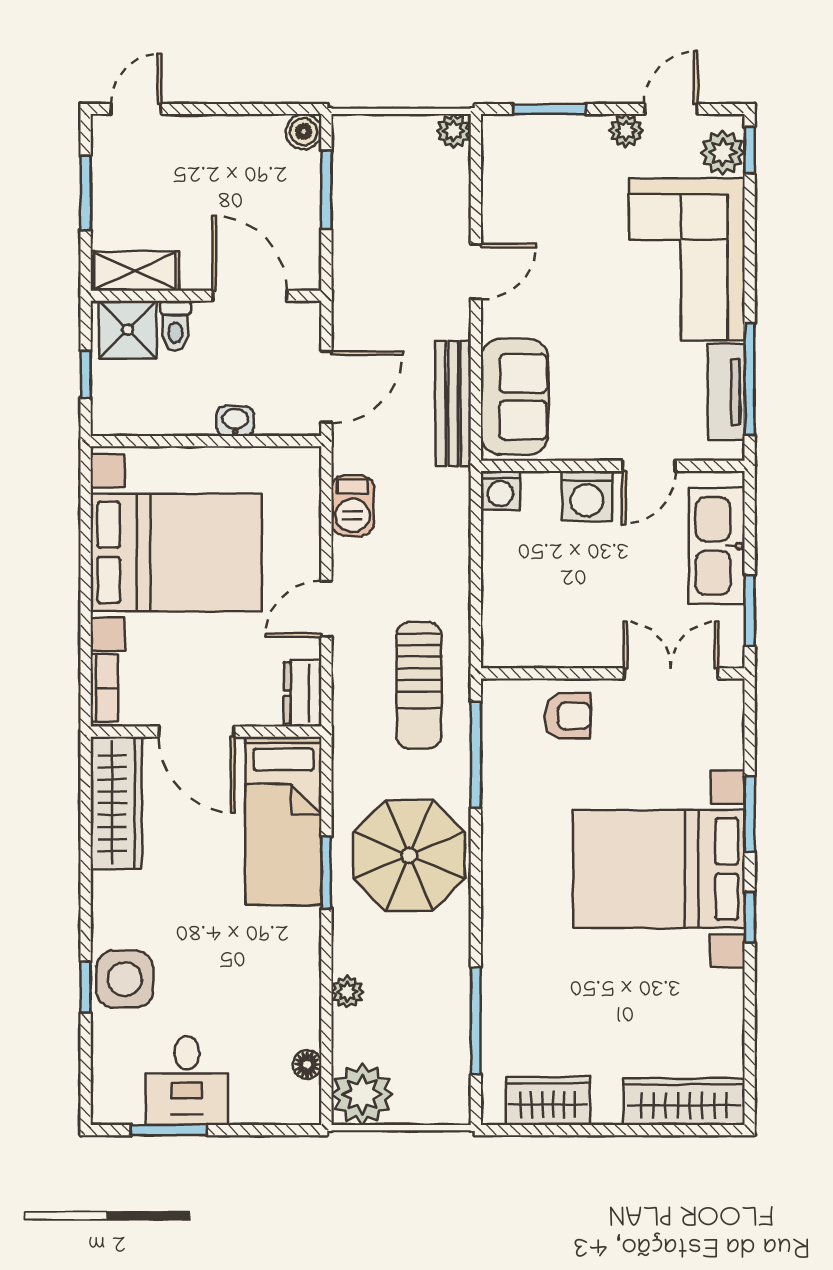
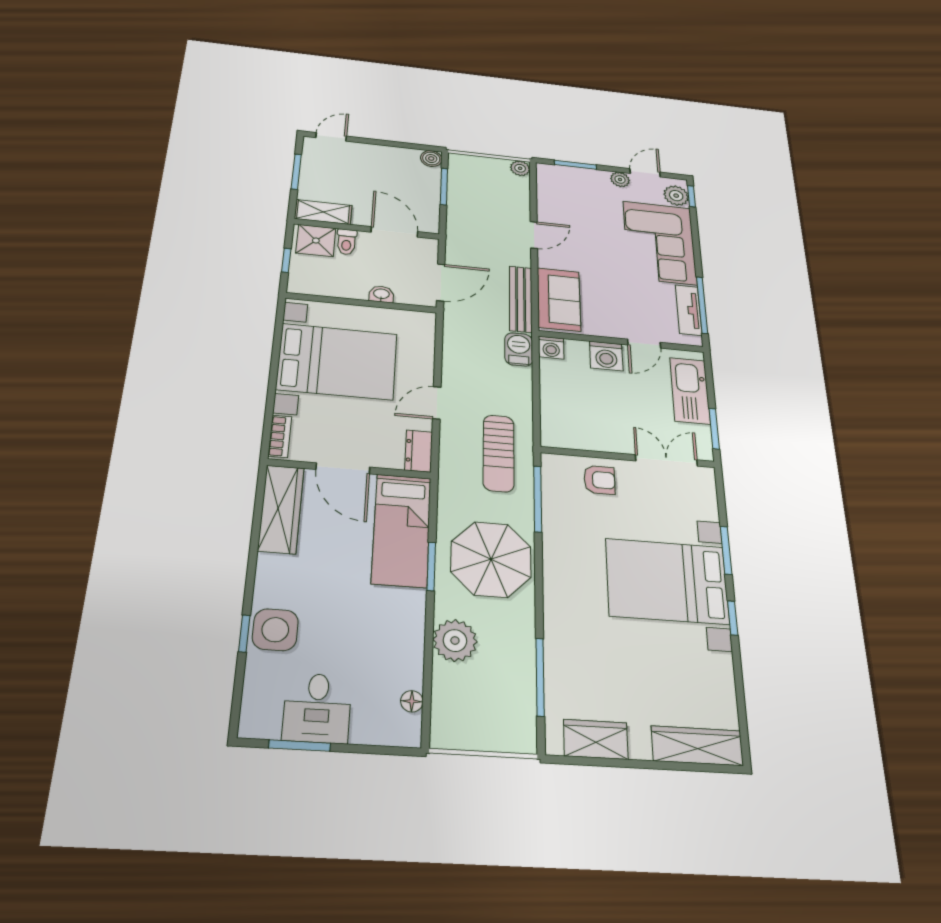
barbecue: (353, 506) -> (519, 349), moved, turned 180
plant: (347, 992) -> (455, 641), width x1.88, depth x1.88
plant: (362, 1094) -> (454, 726), removed

